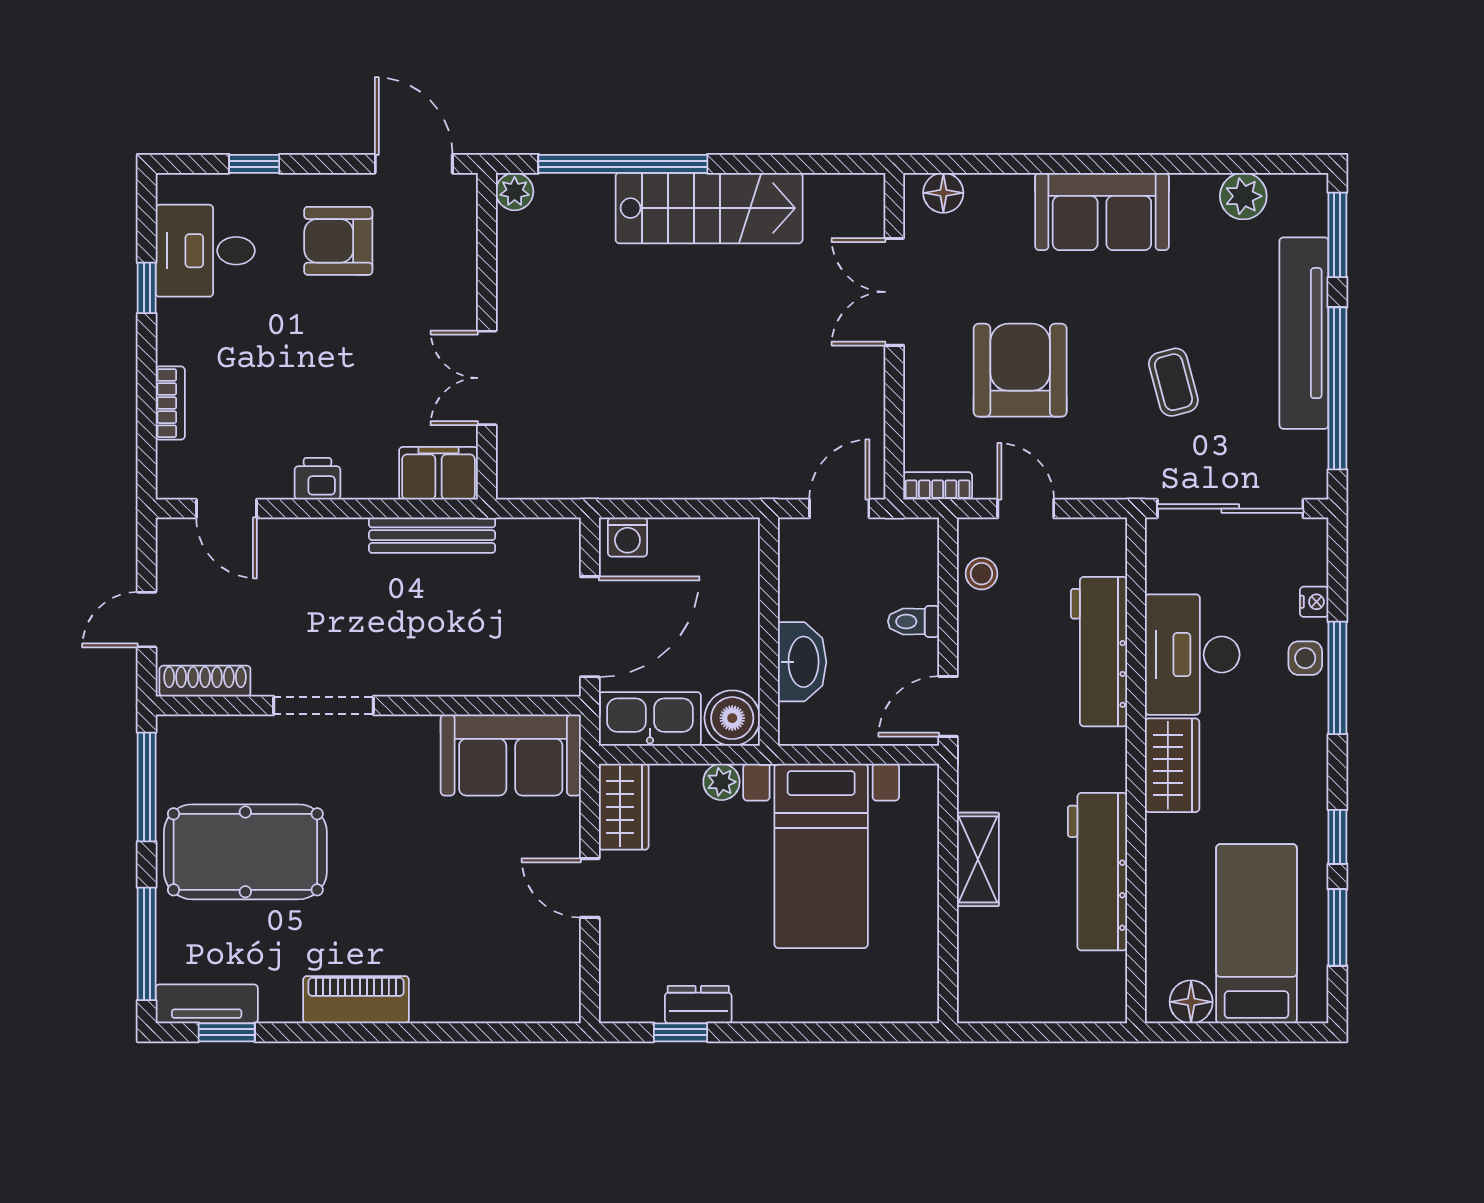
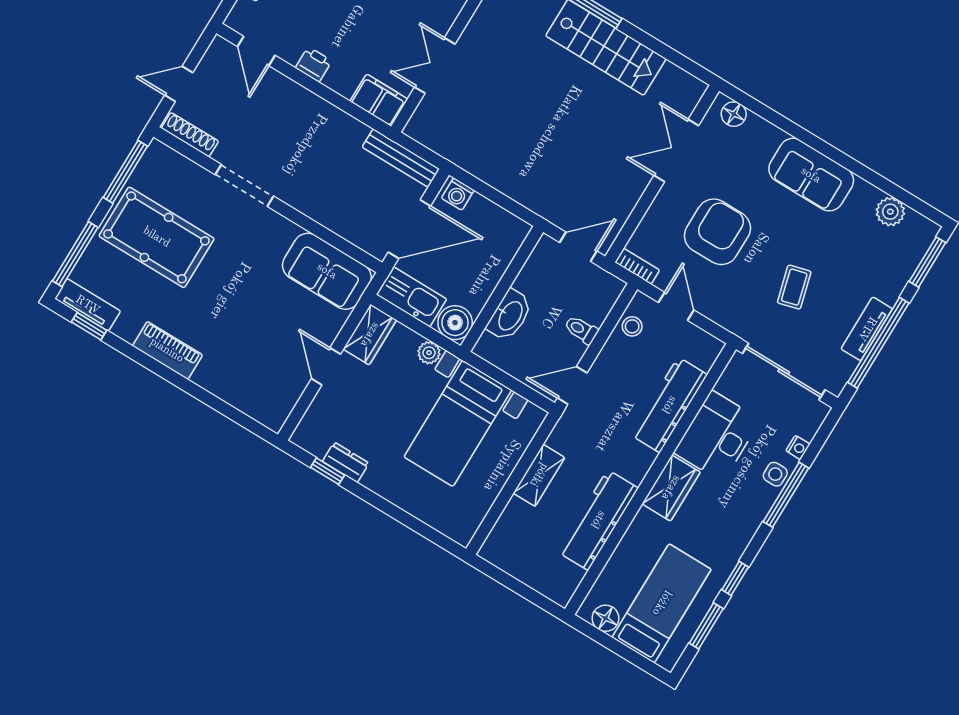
tv unit: (1304, 333) -> (867, 329), width x0.52, depth x0.78
bench: (432, 535) -> (401, 158), moved

